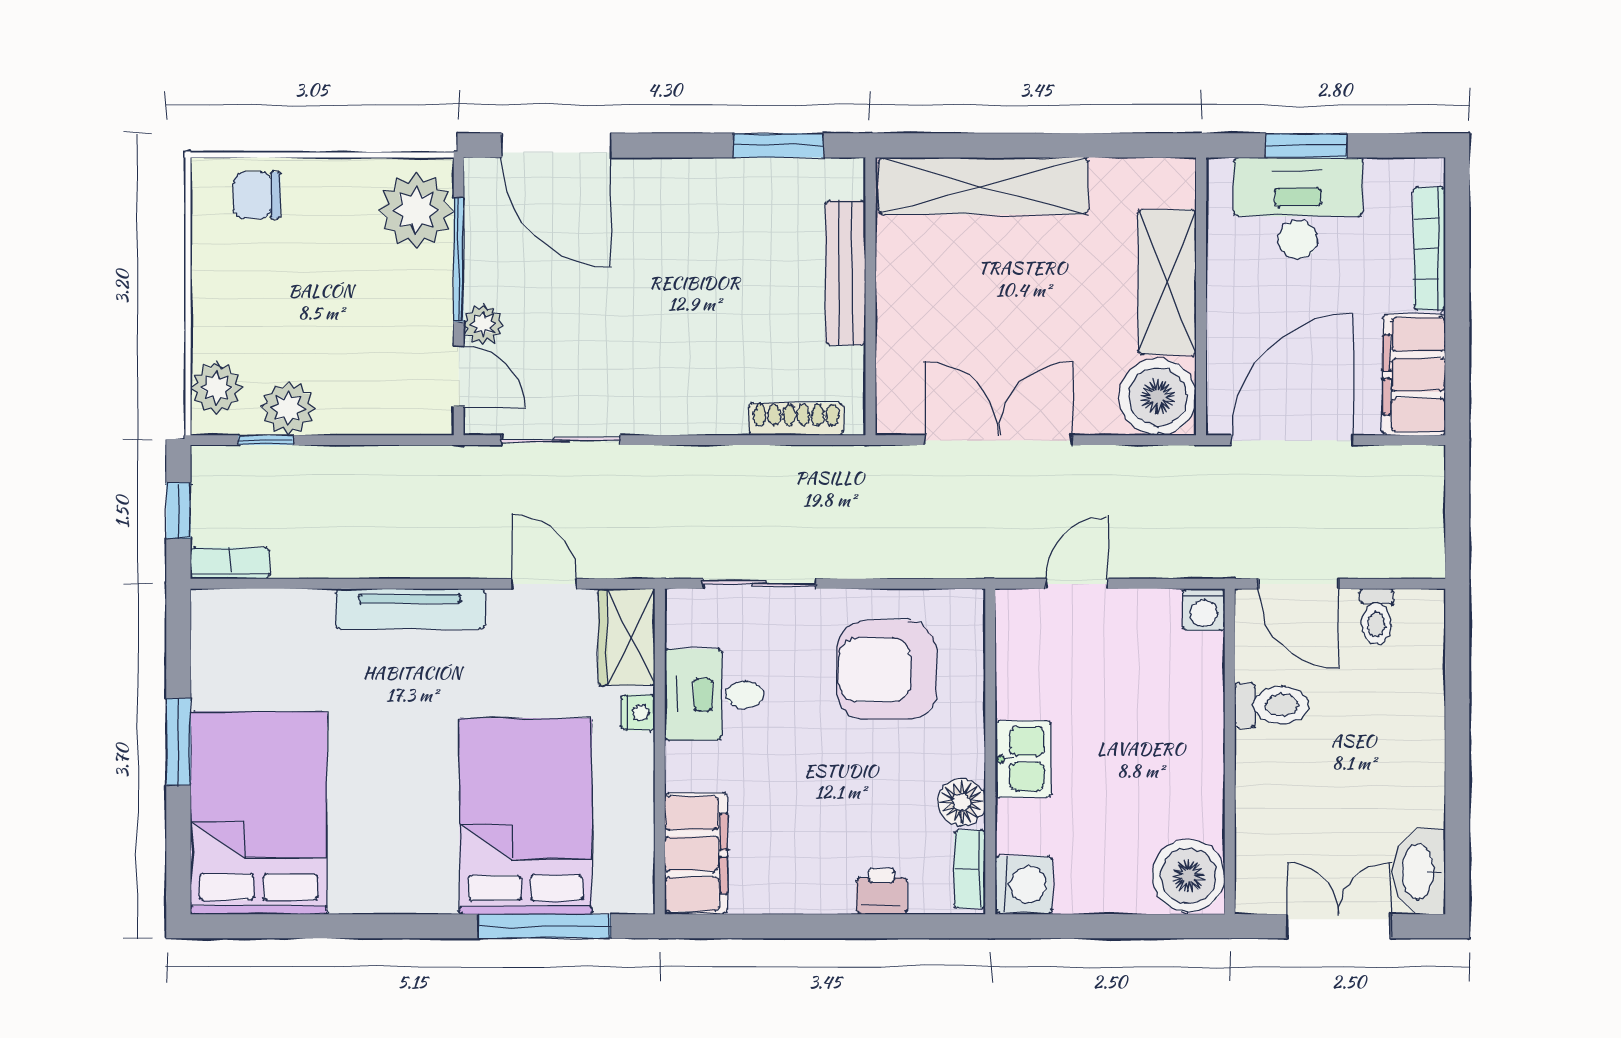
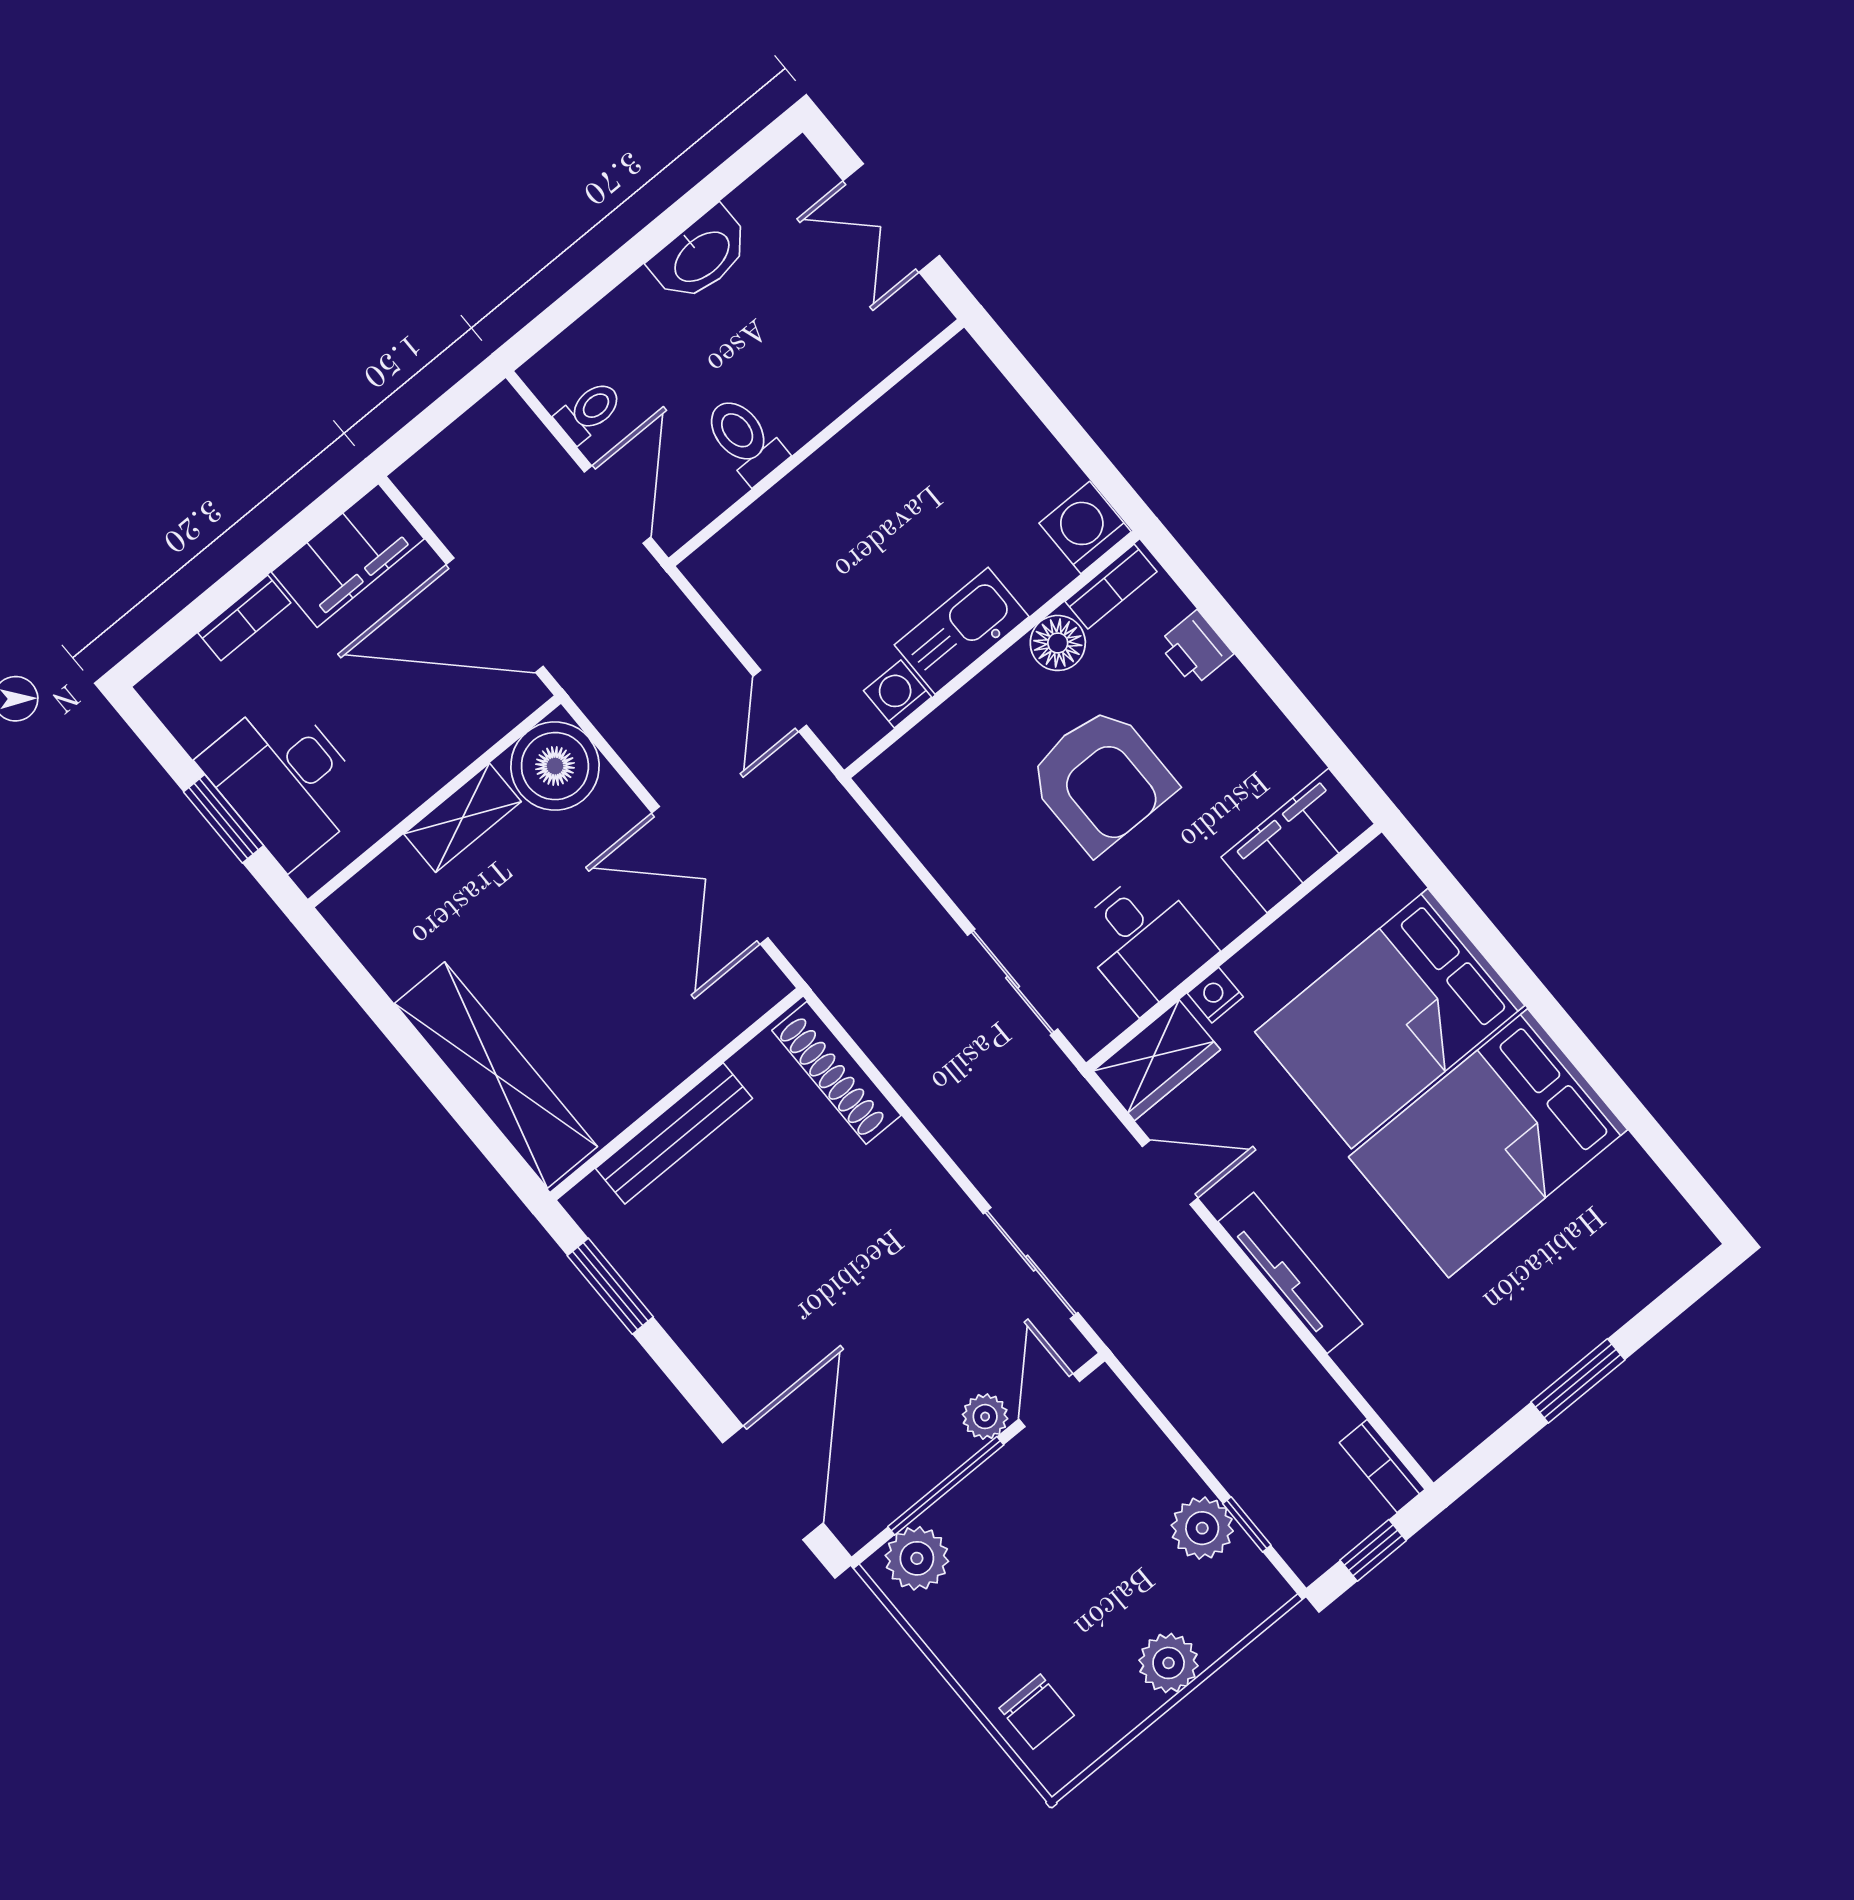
plant: (416, 210) -> (917, 1558), width x0.73, depth x0.73
bookcase: (1429, 249) -> (244, 618), width x0.64
shelving: (1167, 282) -> (462, 818), width x0.67, depth x0.75
plant: (216, 388) -> (1169, 1663), moved
shoe rack: (796, 419) -> (836, 1073), width x1.36, depth x1.24
door: (544, 584) -> (1170, 1172), swing flipped
door: (1077, 584) -> (780, 701), hinge flipped
washing machine: (1204, 610) -> (898, 694), moved, turned -90
armchair: (887, 670) -> (1101, 780), moved
kitchen sink: (1023, 759) -> (962, 631), width x1.38
bed: (259, 813) -> (1488, 1143), moved
washbasin: (1419, 872) -> (701, 255), moved
boiler: (1188, 876) -> (957, 388), removed
window: (545, 926) -> (1473, 921), removed

